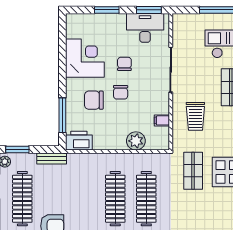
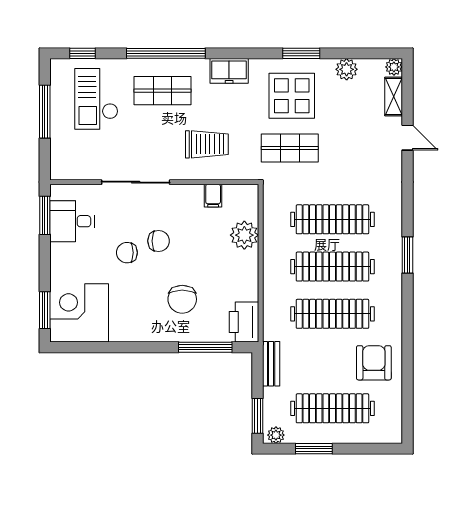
window: (107, 10) -> (45, 310), moved
desk: (145, 28) -> (72, 221), width x0.73
corner desk: (85, 58) -> (79, 313), moved
chair: (121, 92) -> (159, 241), moved
clothes rail: (84, 199) -> (332, 314), added

